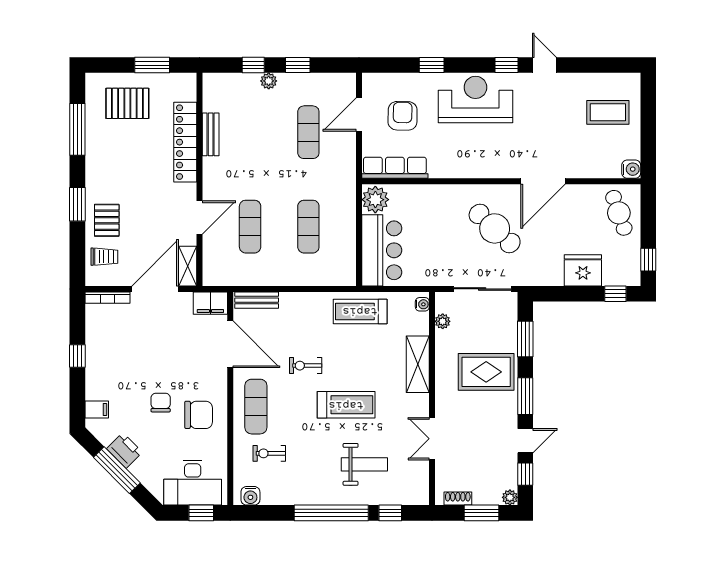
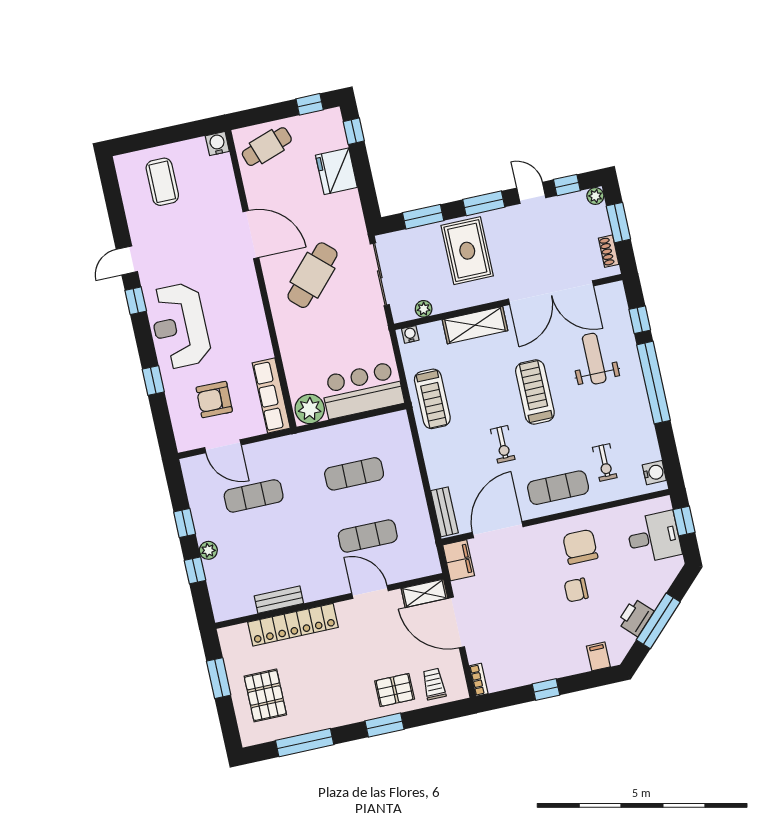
bookcase: (108, 298) -> (479, 680), width x0.64
double door: (432, 439) -> (551, 293), width x1.87
desk: (193, 483) -> (654, 537), width x0.73

